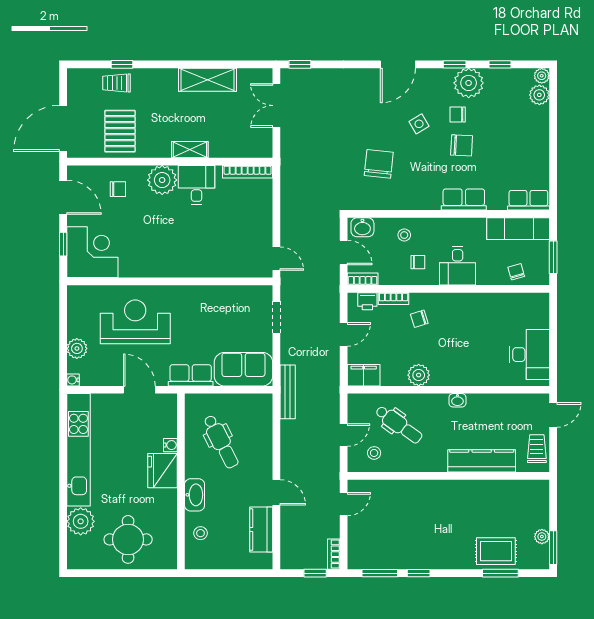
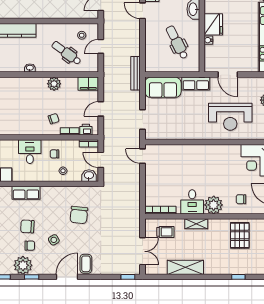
trolley: (117, 83) -> (165, 232), moved
coffee table: (367, 85) -> (86, 264), added

